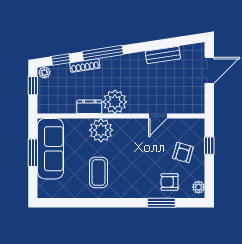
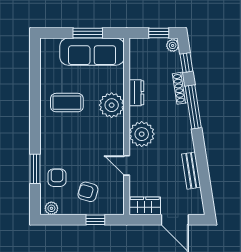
wardrobe: (196, 99) -> (145, 206), added
plant: (115, 102) -> (142, 134), moved

